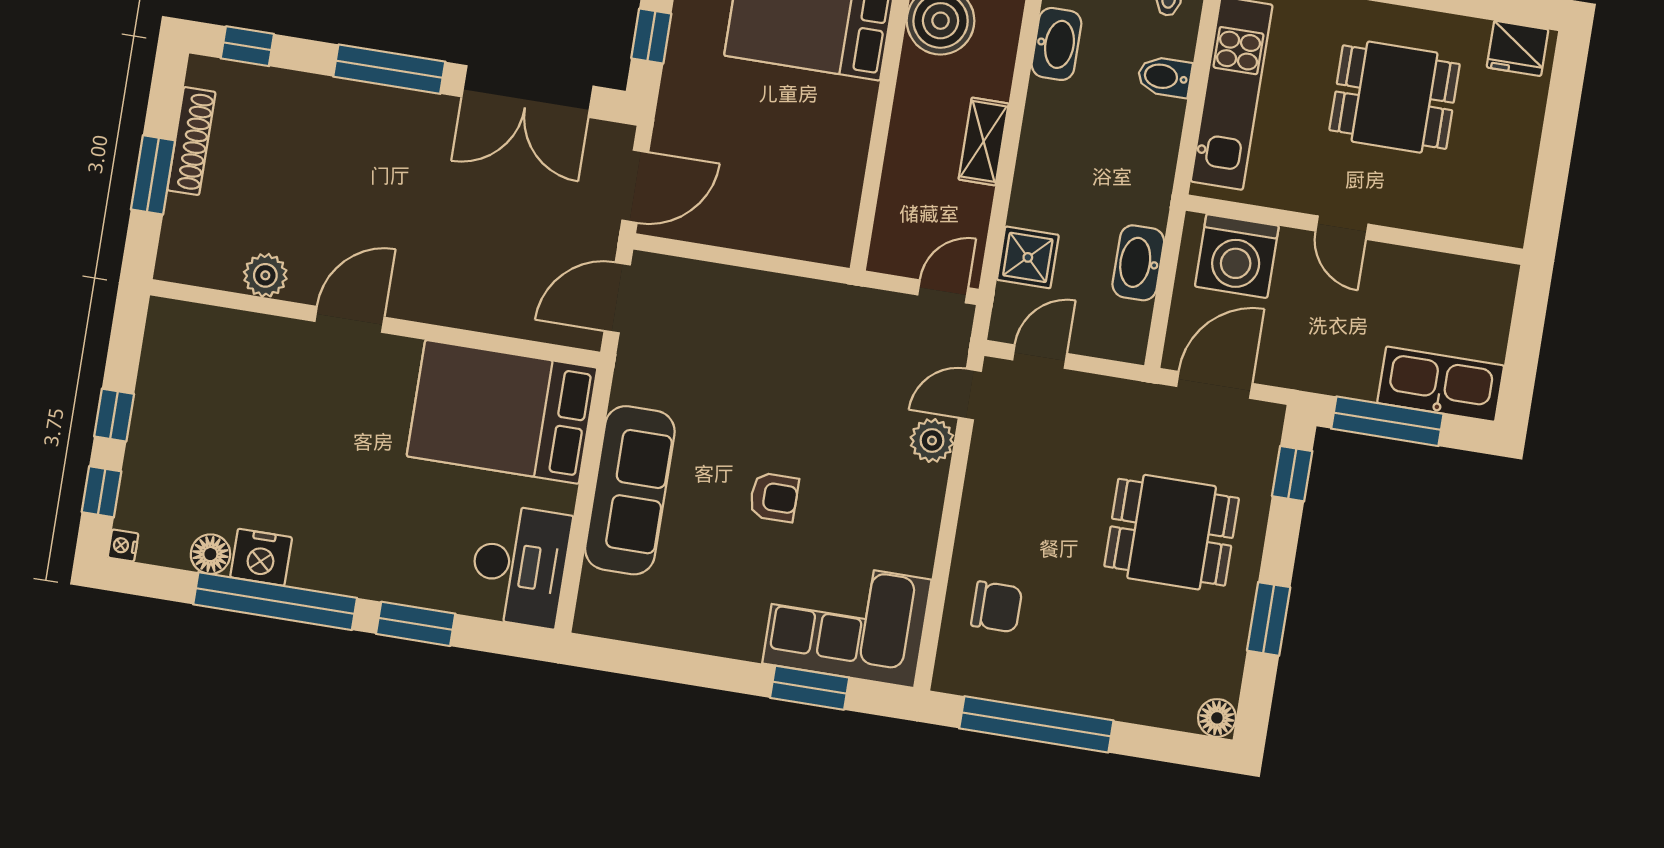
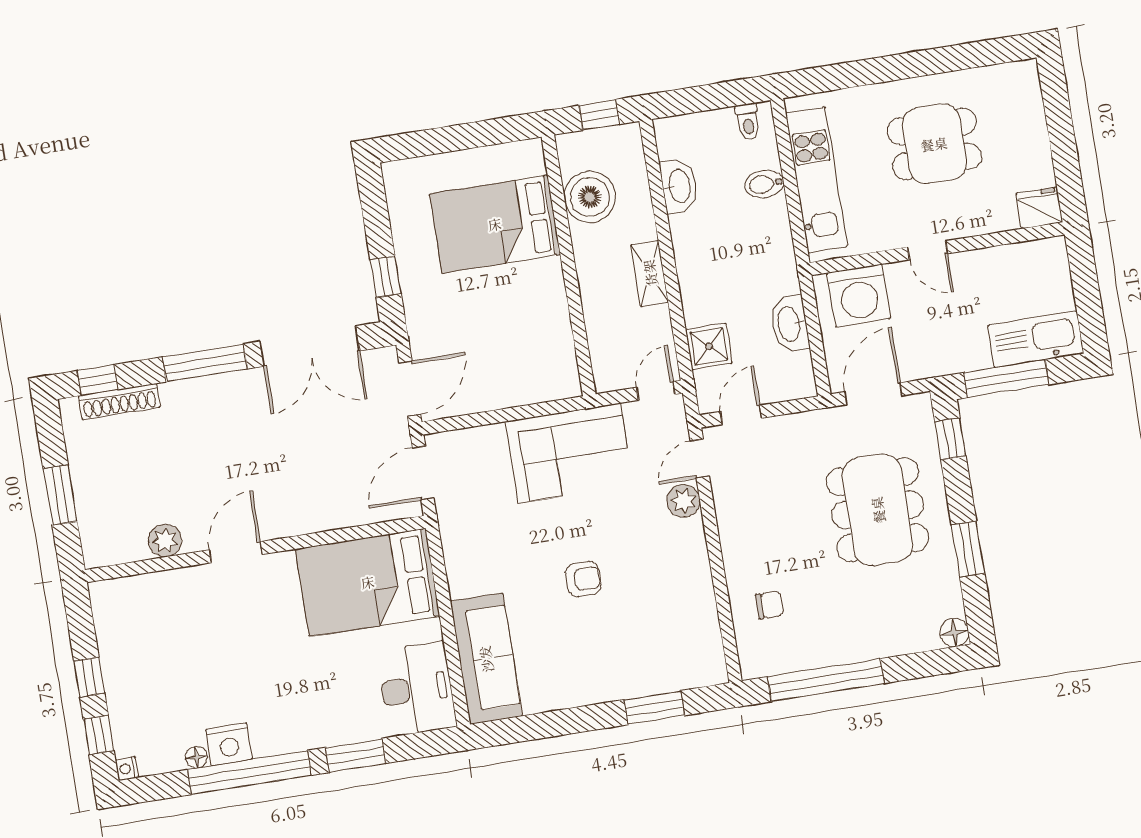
fridge: (1518, 48) -> (1039, 208), moved, turned 180
shoe rack: (191, 141) -> (119, 402), moved, turned 90
sofa: (630, 490) -> (486, 659), moved
dining table: (1172, 532) -> (878, 510), width x1.37
floor lamp: (210, 554) -> (196, 757), width x0.73, depth x0.73
chair: (997, 607) -> (770, 605), width x0.73, depth x0.73
corner sofa: (847, 622) -> (569, 453), moved, turned 180

